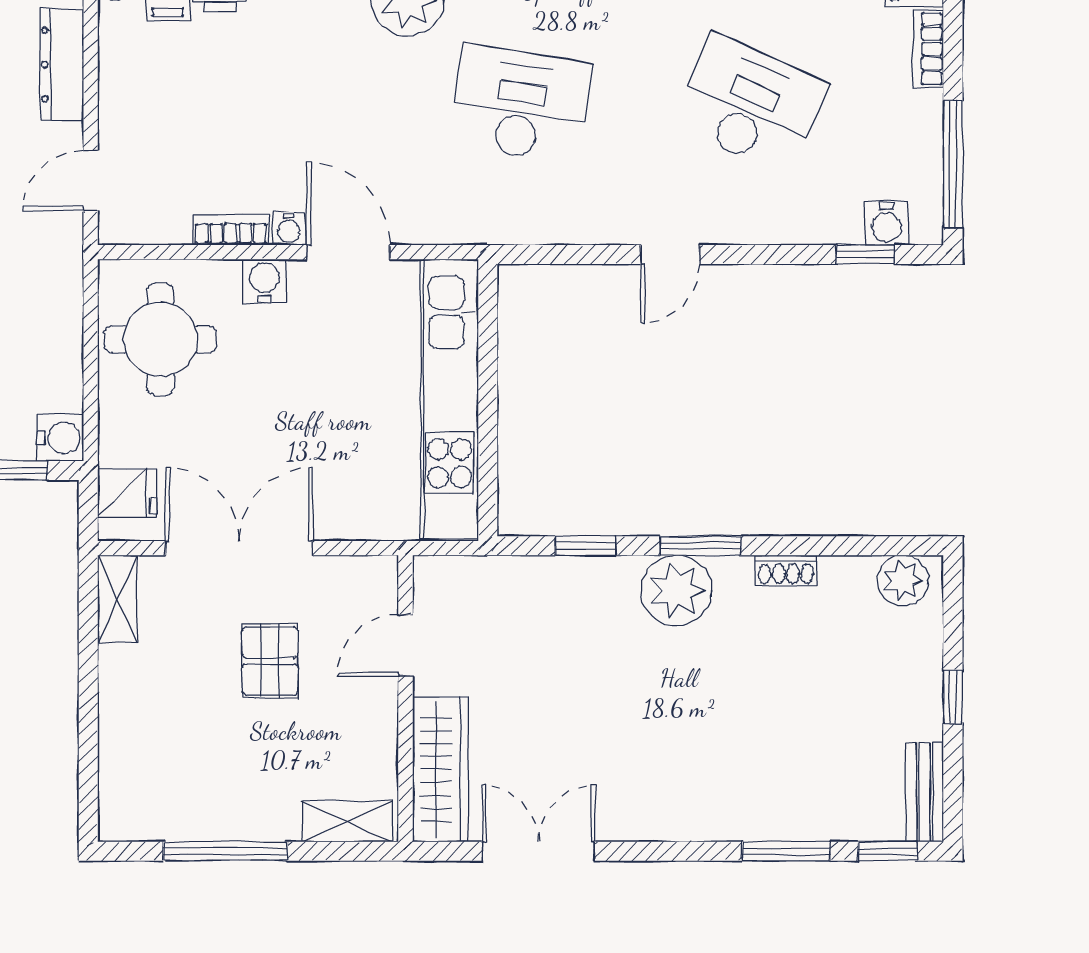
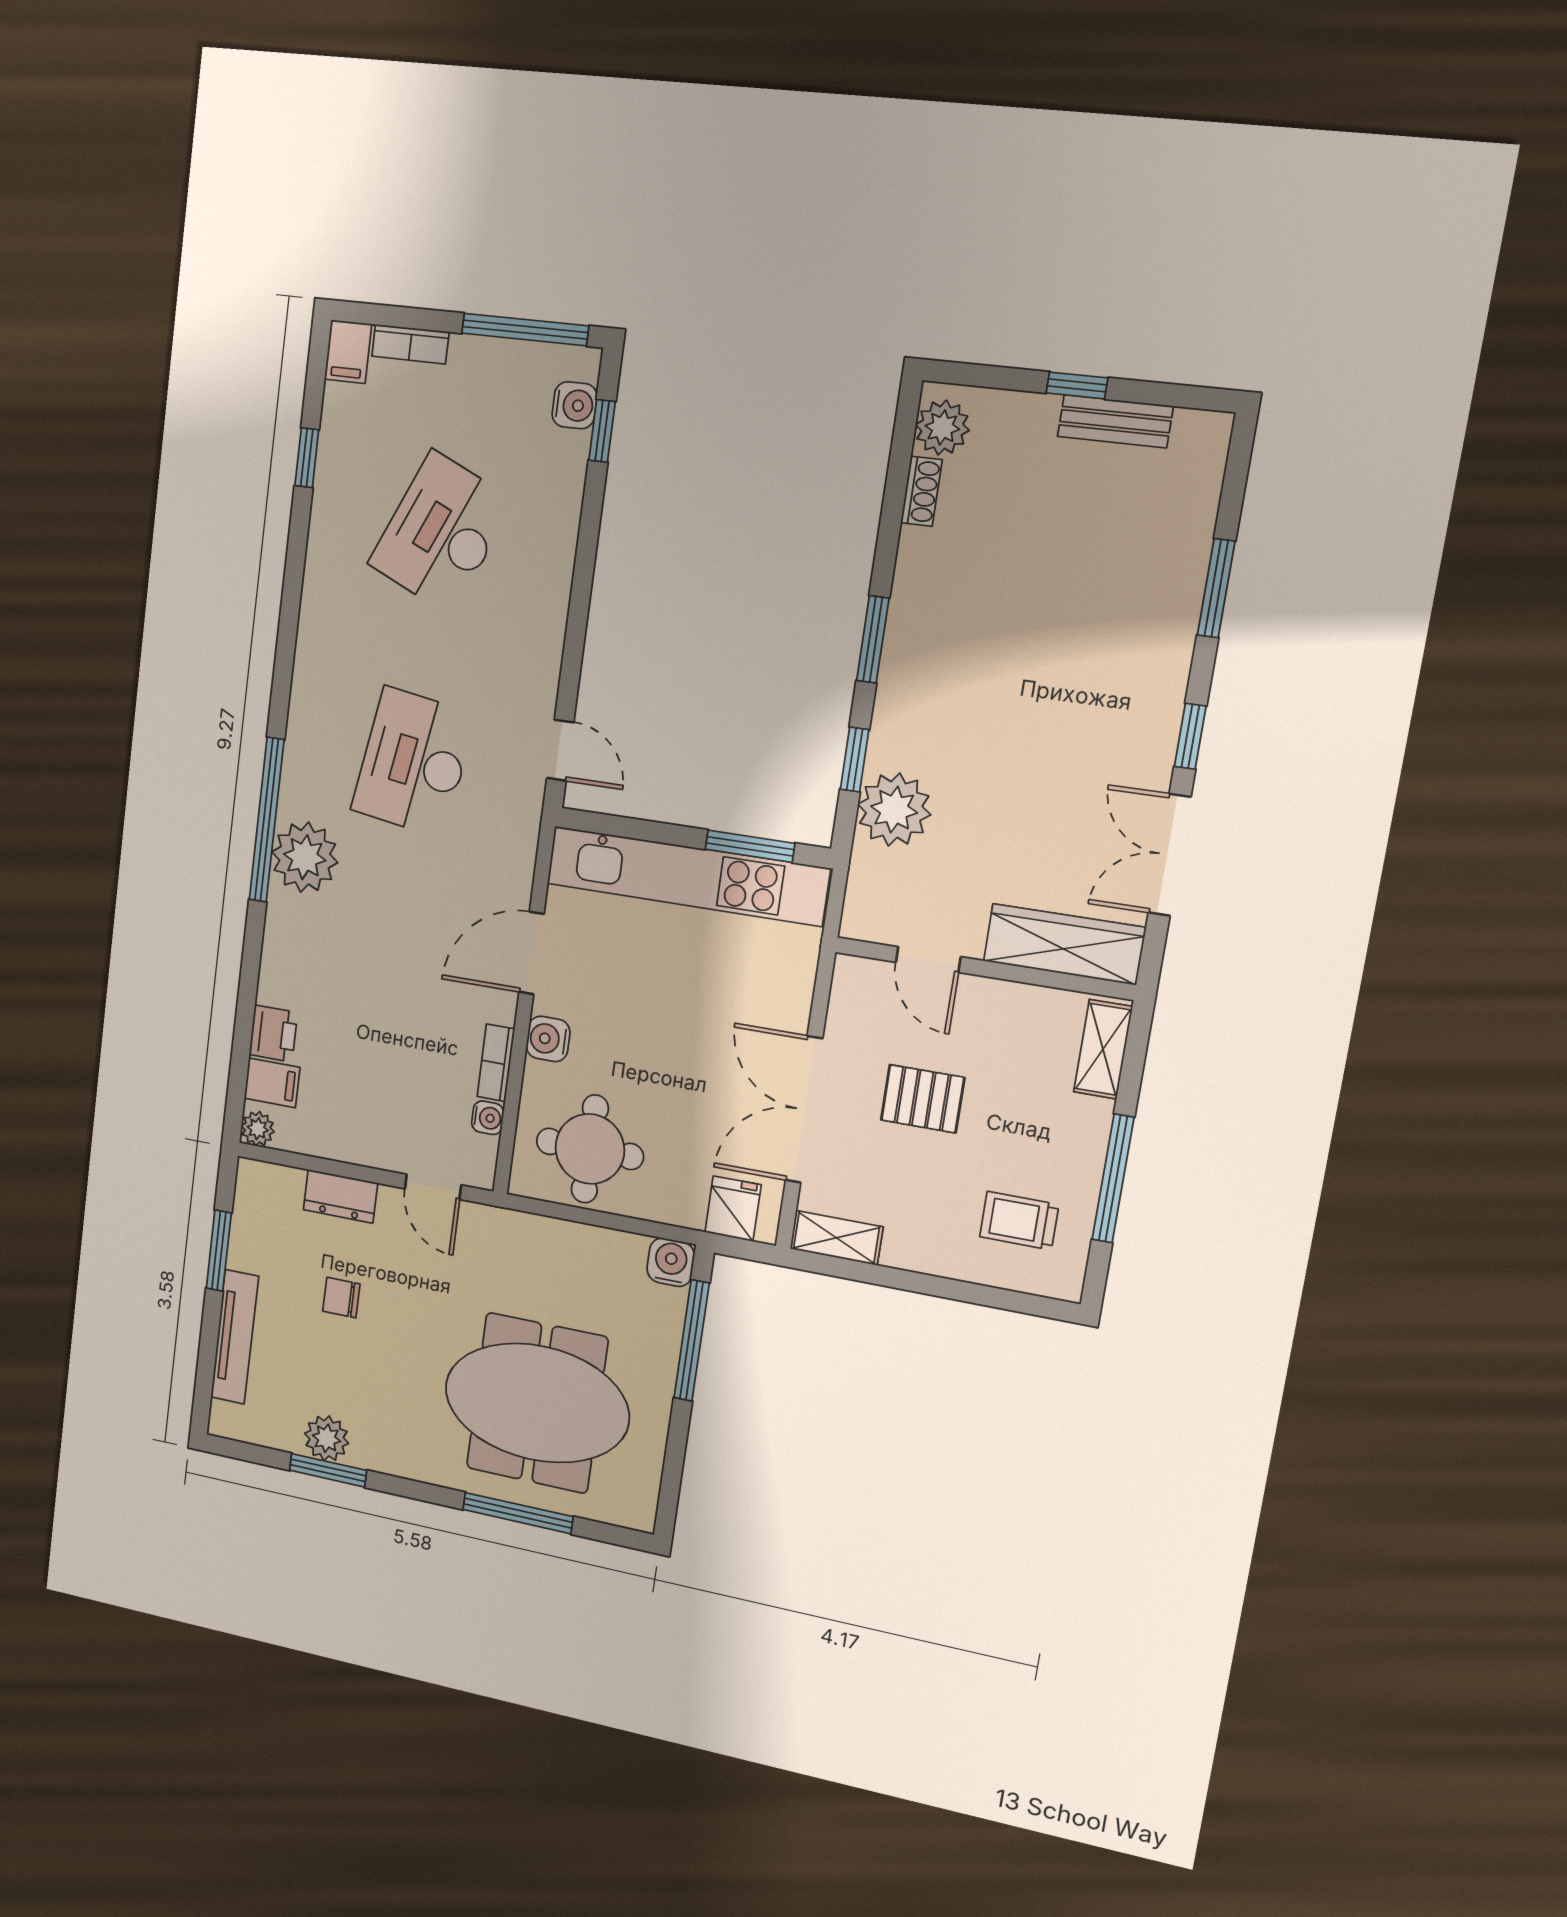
dresser: (62, 64) -> (340, 1196), width x0.70
water cooler: (289, 229) -> (488, 1118), moved
door: (670, 254) -> (560, 750), moved
window: (488, 457) -> (750, 846), added
shoe rack: (786, 570) -> (921, 491), moved
plant: (677, 591) -> (894, 810), moved
trolley: (168, 771) -> (1019, 1221), added
bench: (925, 792) -> (1115, 421), moved
window: (888, 851) -> (1190, 736), moved

